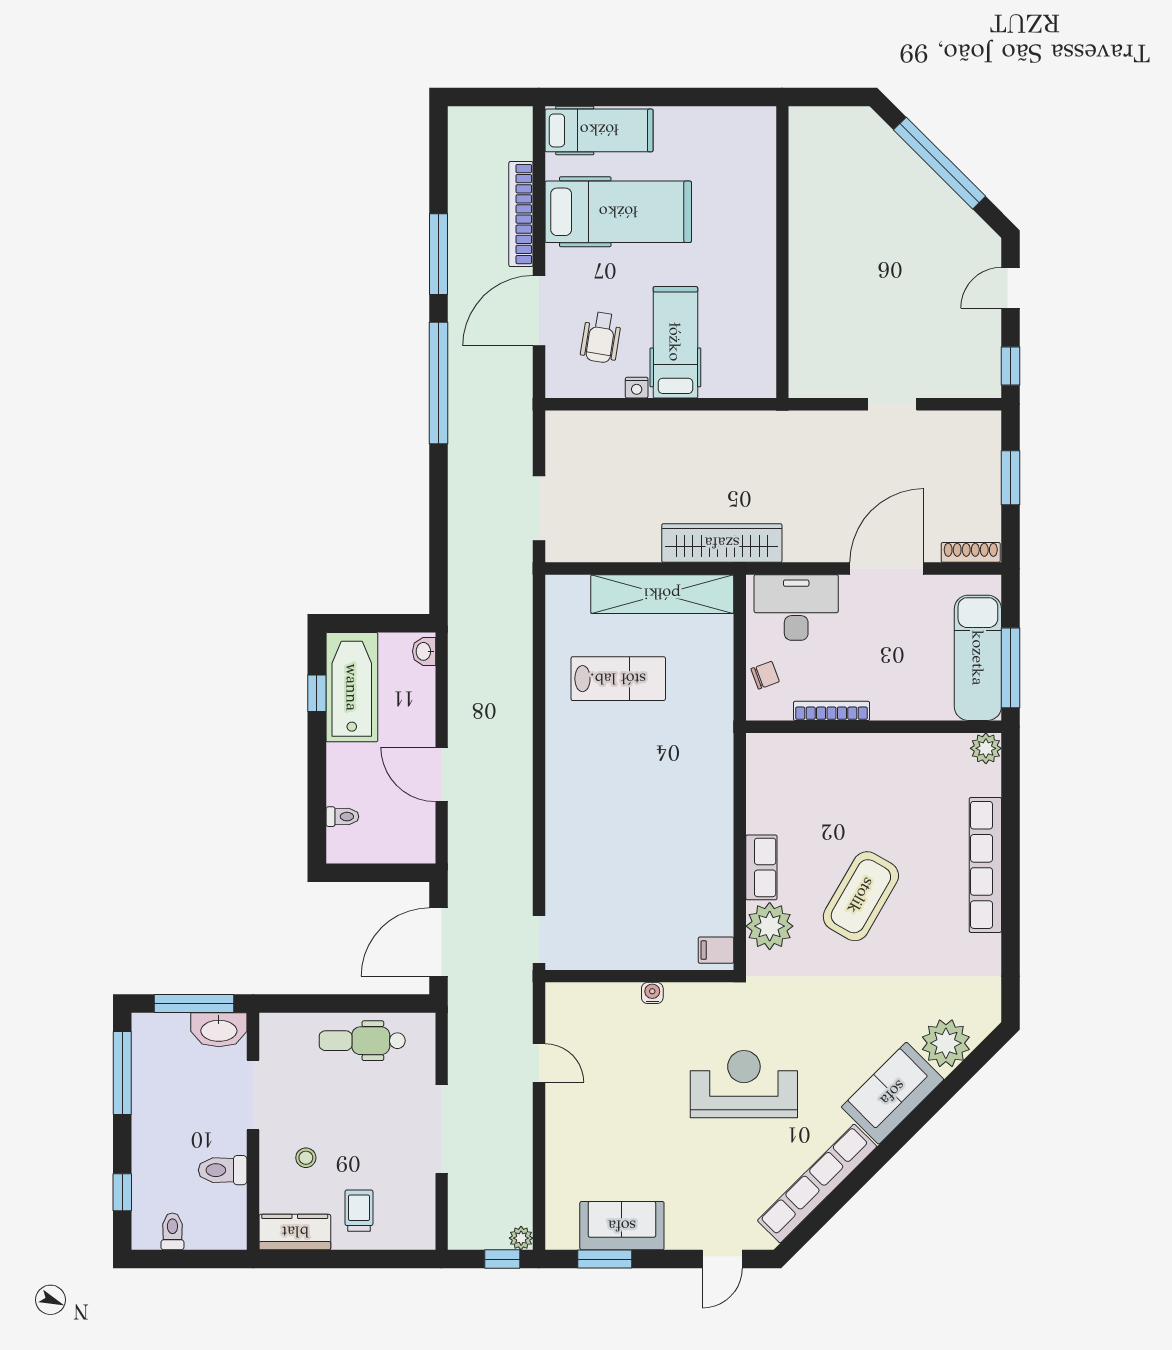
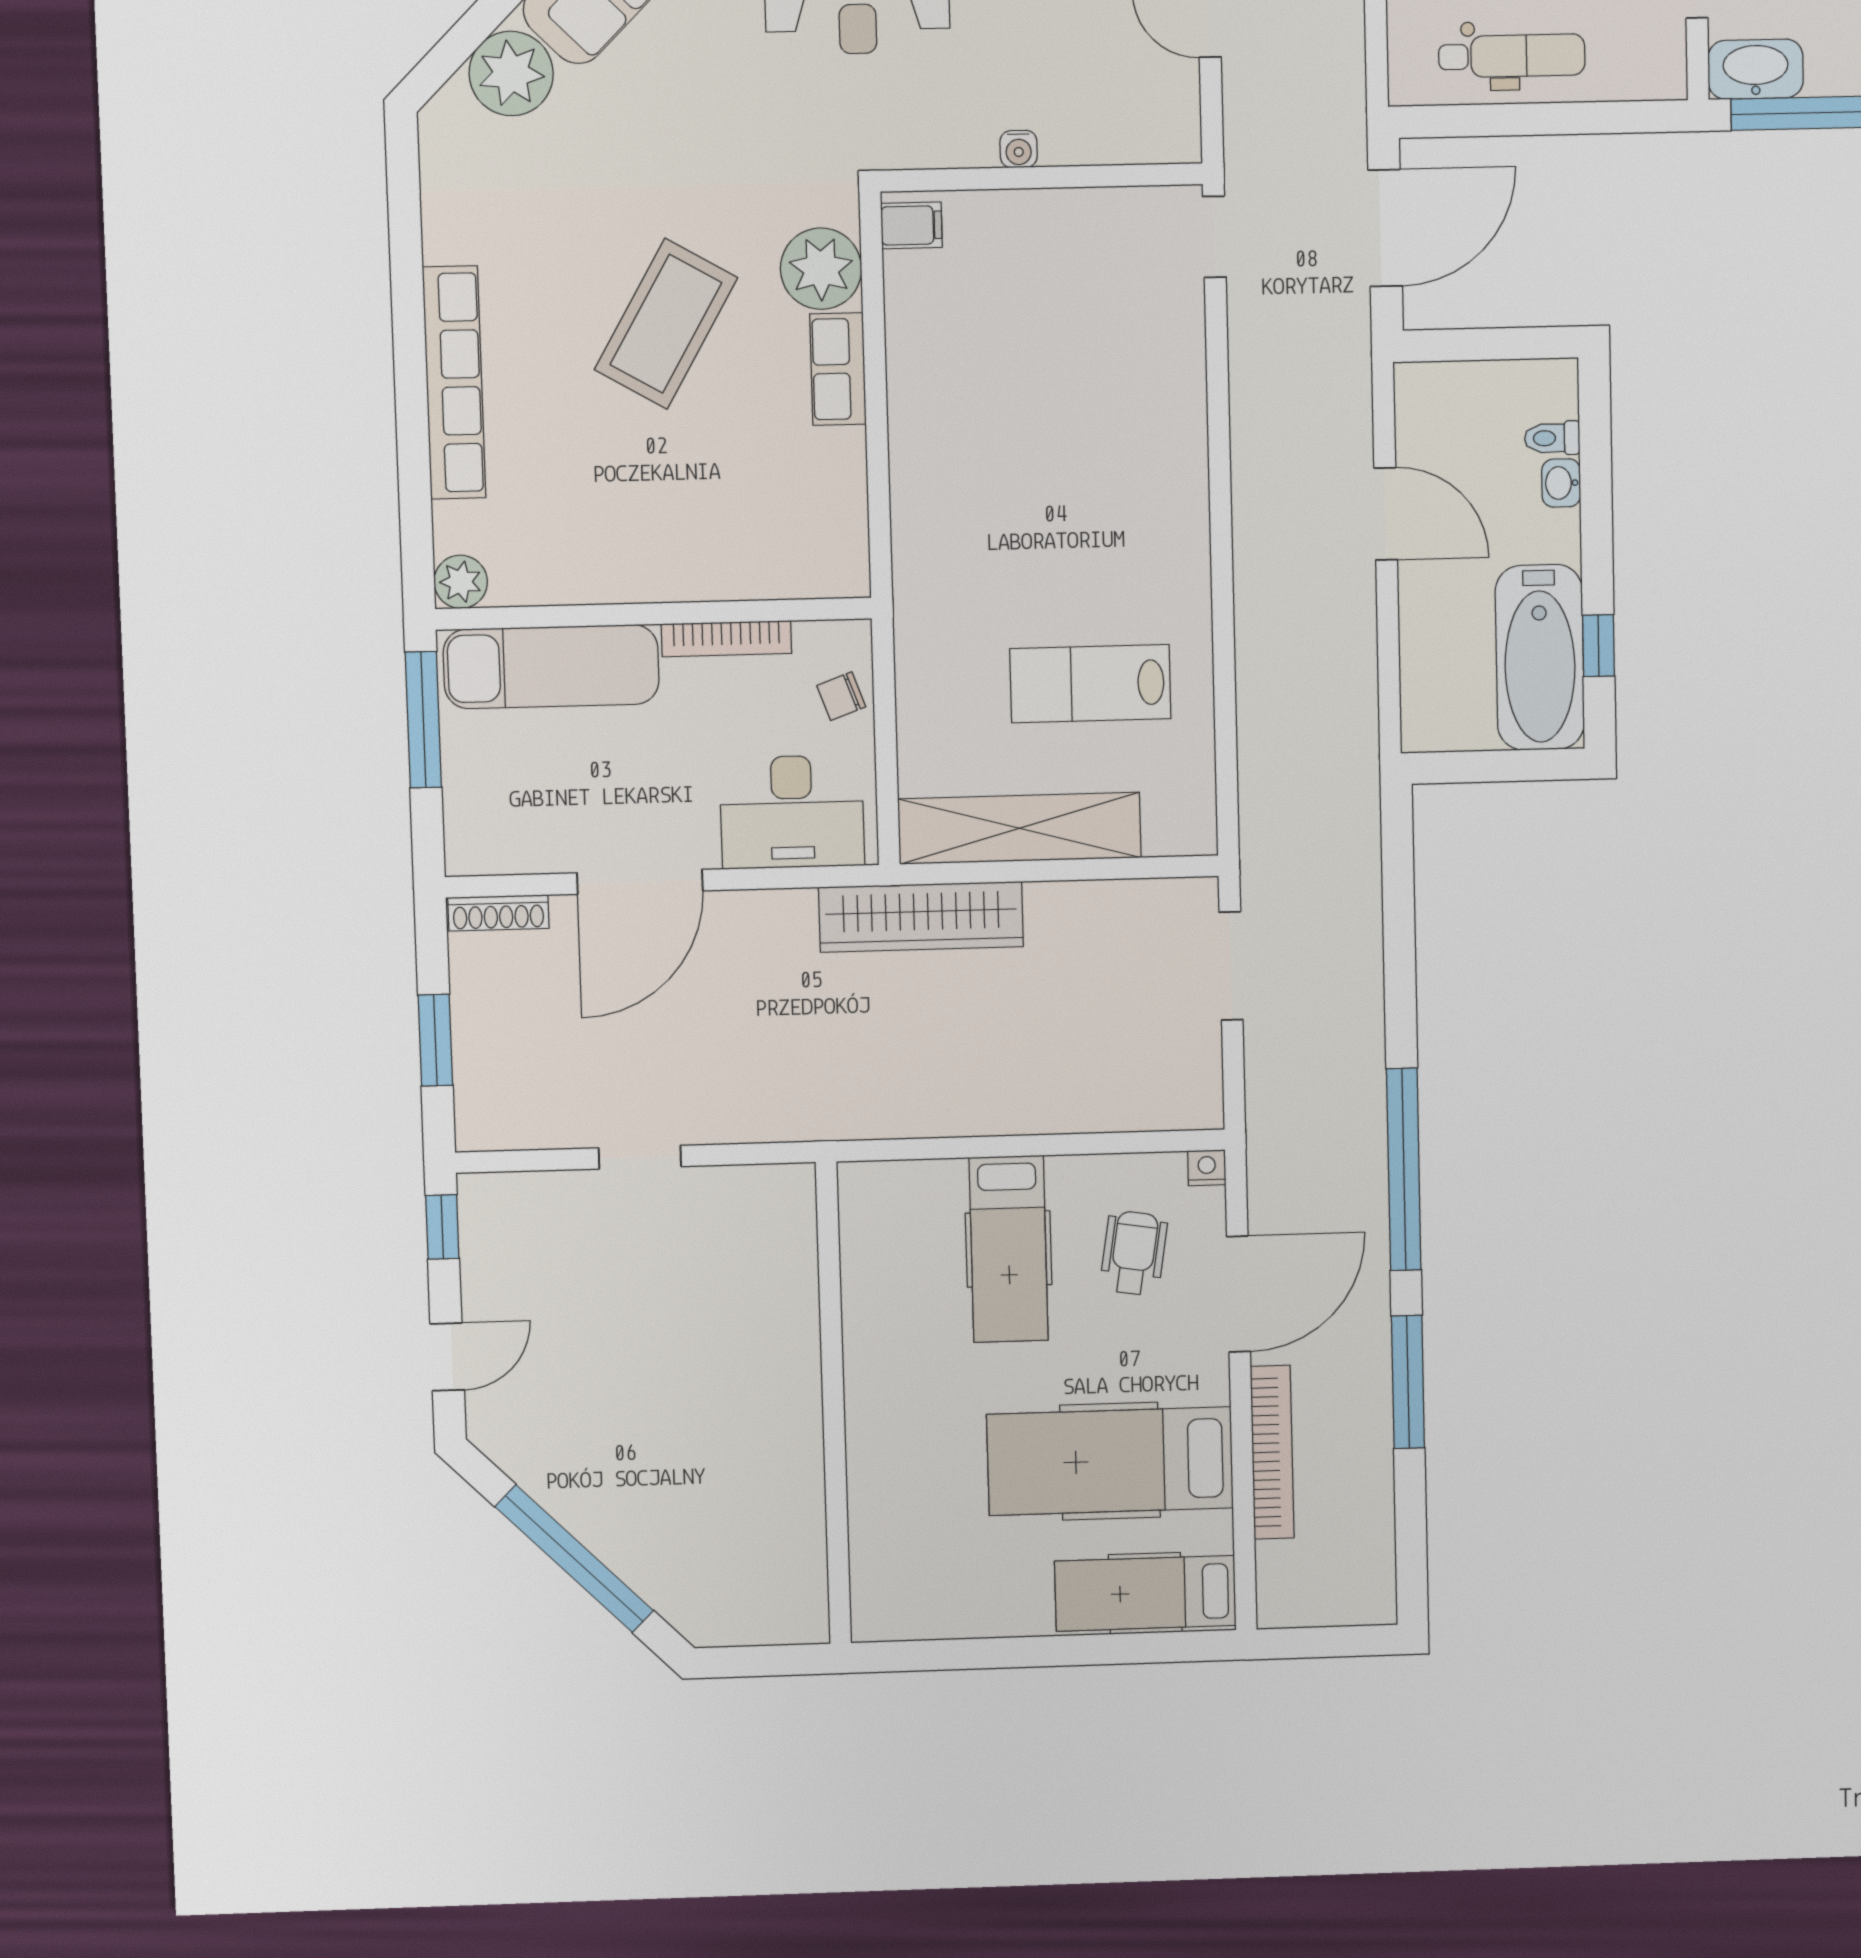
nightstand: (637, 388) -> (1207, 1168), moved
washbasin: (424, 651) -> (1561, 483), moved, turned 180
exam couch: (978, 658) -> (551, 667), moved, turned 90

